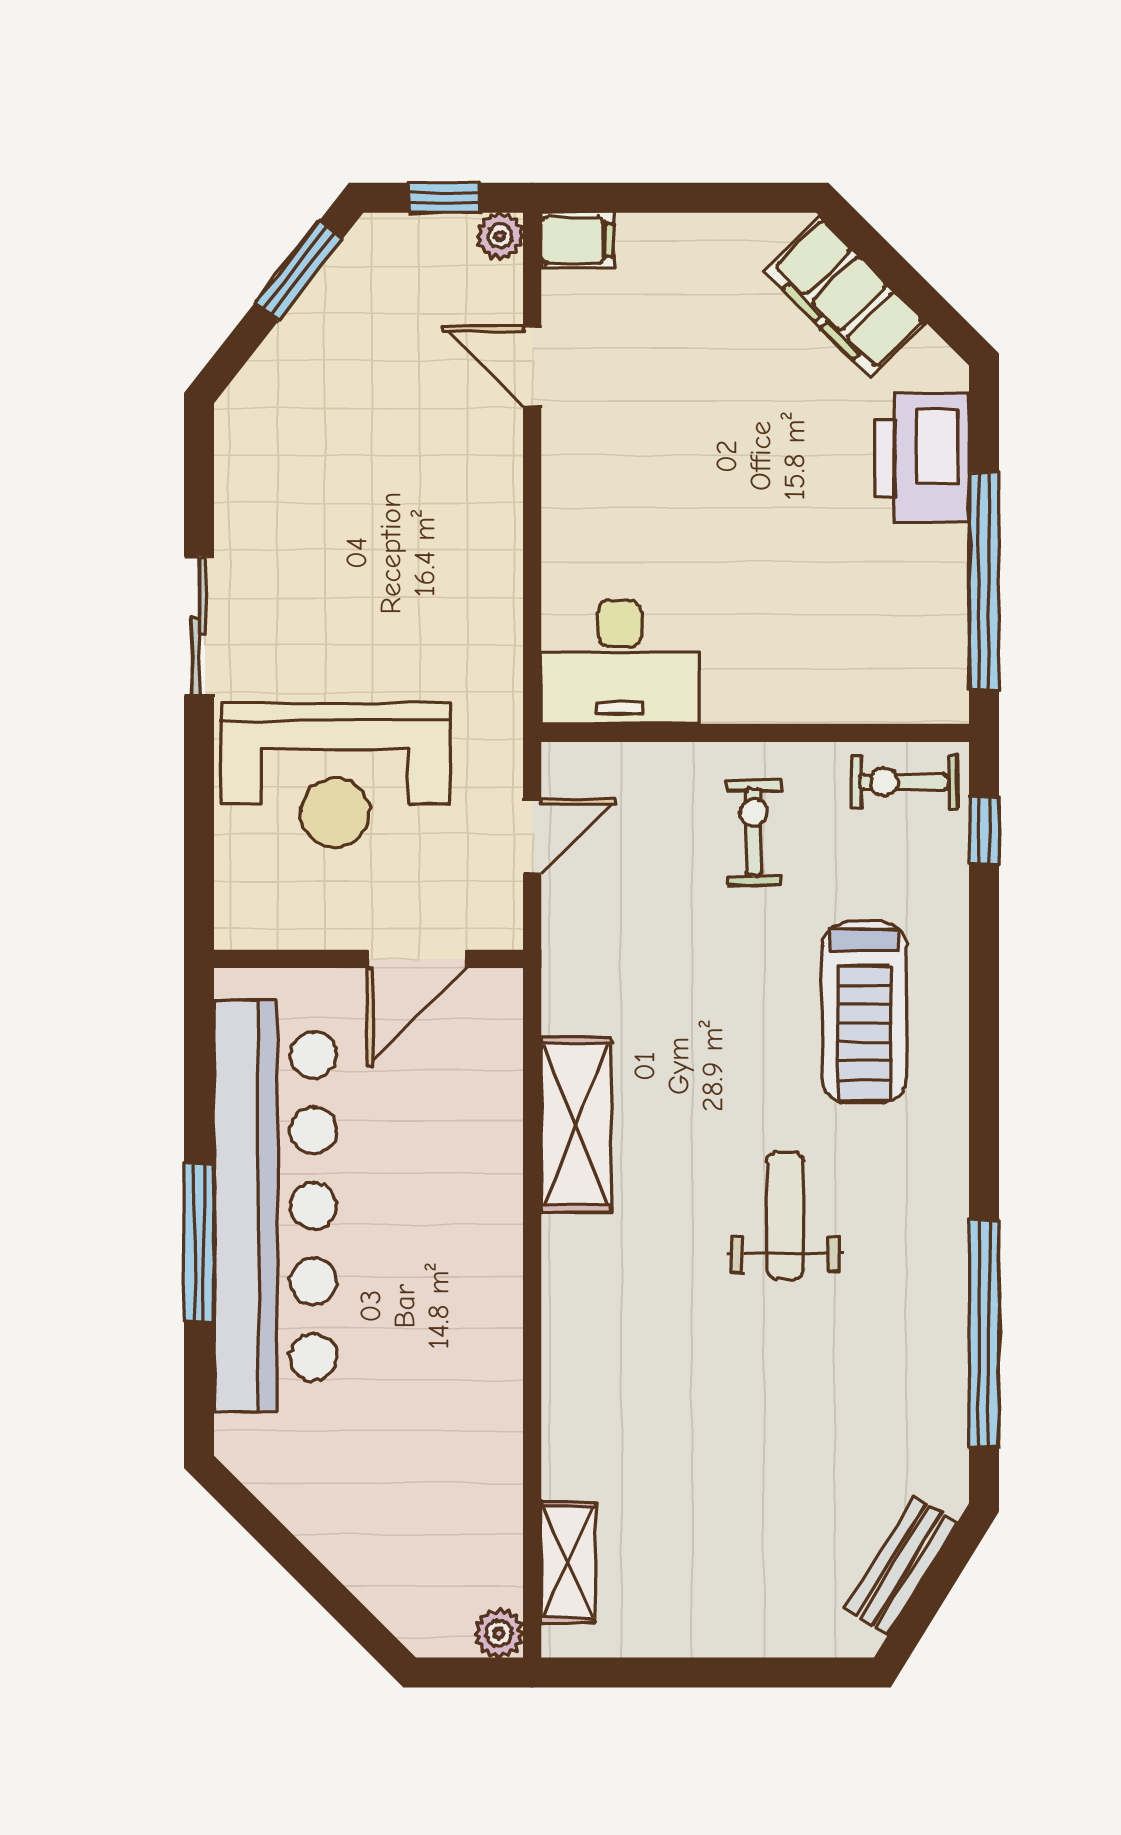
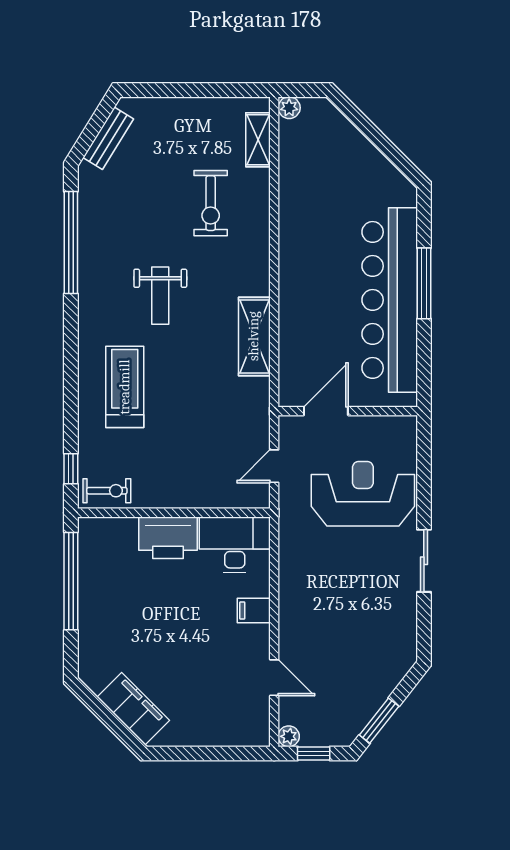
filing cabinet: (578, 240) -> (254, 610), moved
printer: (923, 458) -> (168, 538), moved, turned 90
exercise bike: (754, 832) -> (211, 203), moved, width x1.38, depth x1.39

